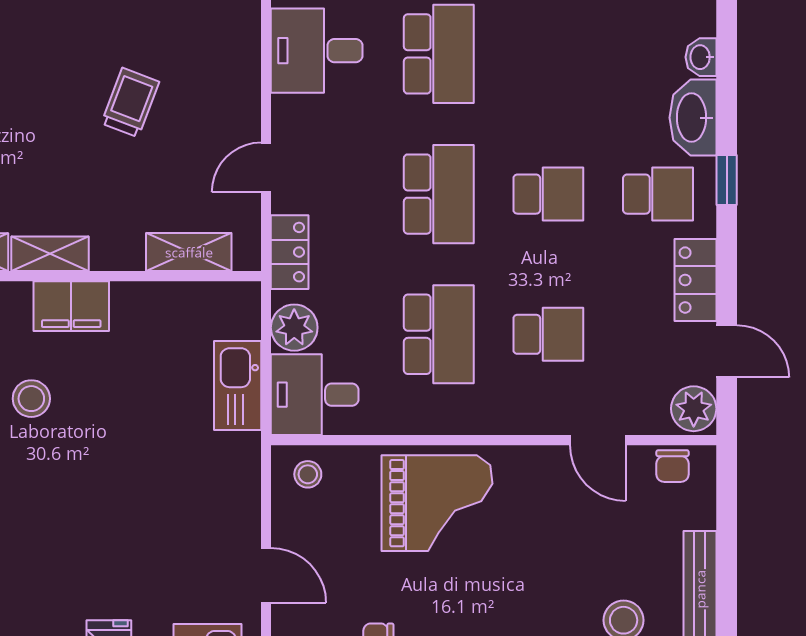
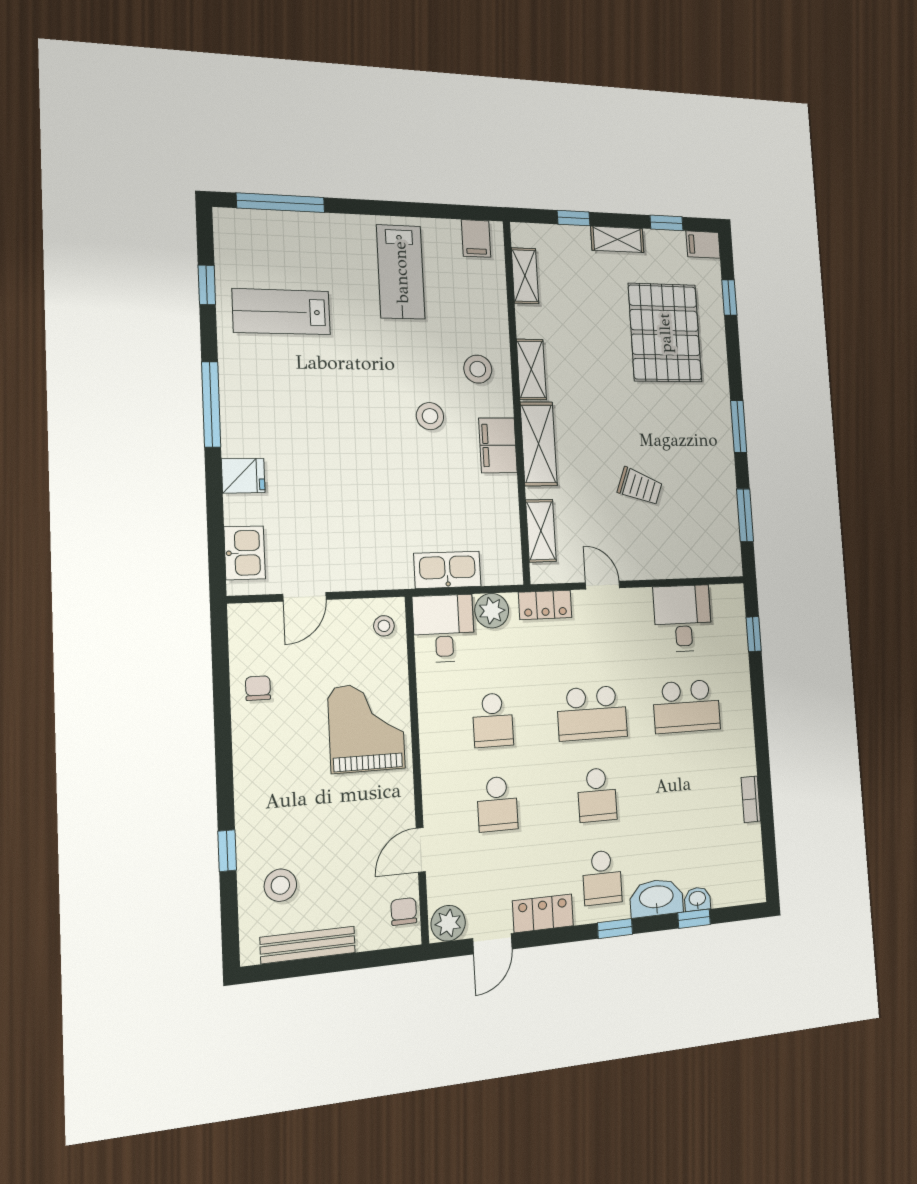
window: (727, 64) -> (694, 919), added
shelving: (50, 254) -> (539, 444), width x1.50, depth x1.33
school desk: (439, 334) -> (493, 720), width x0.54
chair: (673, 466) -> (404, 911), turned 90
grand piano: (437, 503) -> (367, 728), turned 180

